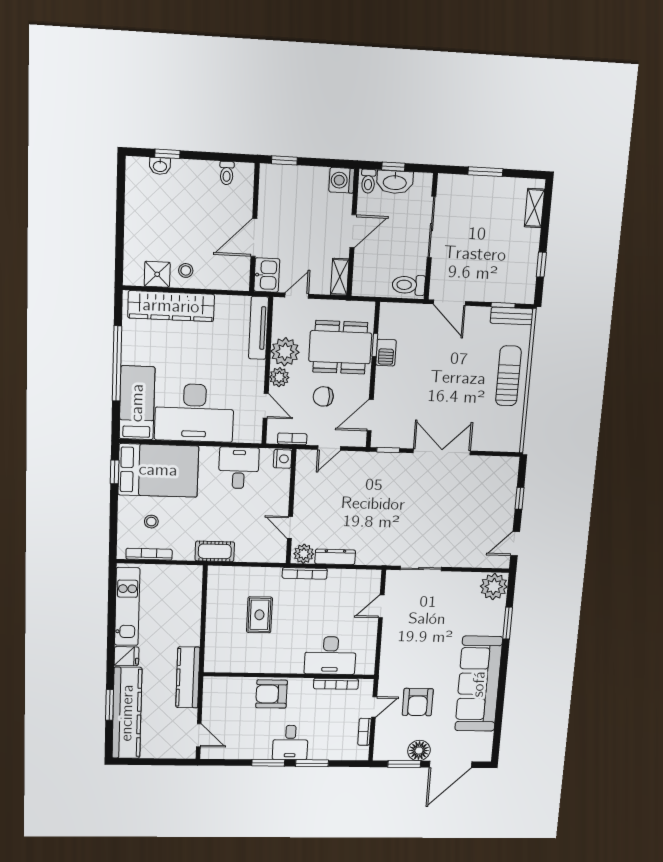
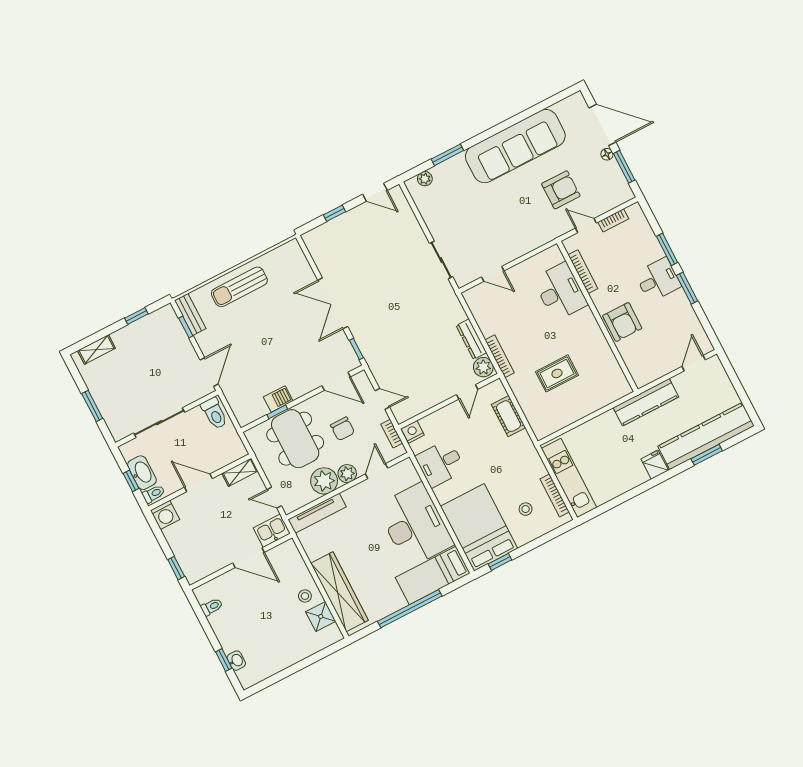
cot: (215, 551) -> (508, 416), moved
plant: (494, 587) -> (425, 179), width x0.53, depth x0.53
kitchen unit: (127, 607) -> (569, 478), moved, turned 90
floor lamp: (419, 751) -> (607, 154), width x0.53, depth x0.53

